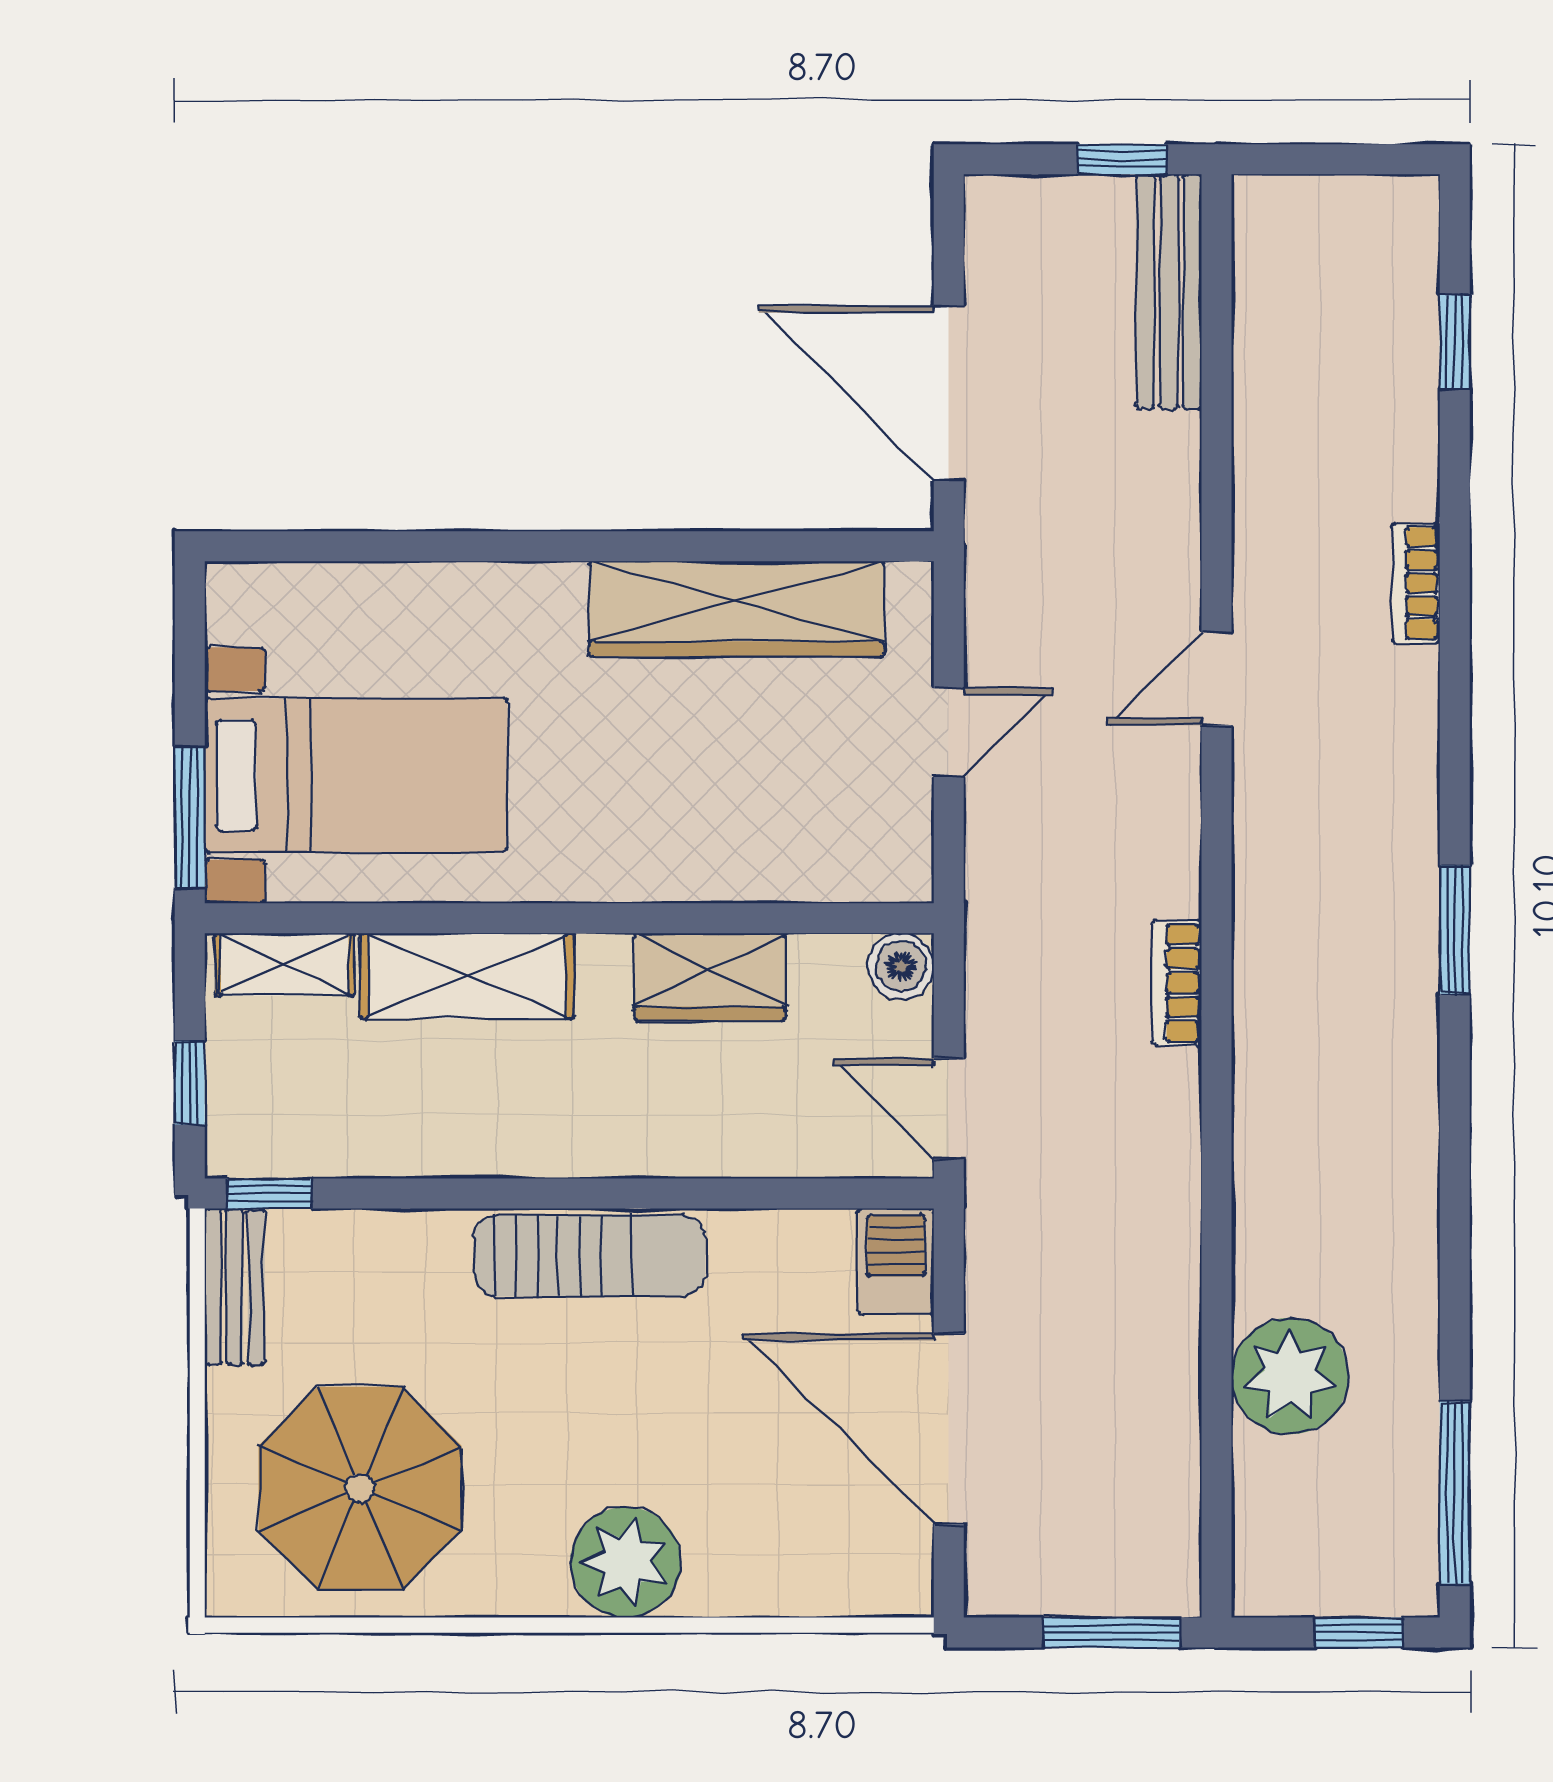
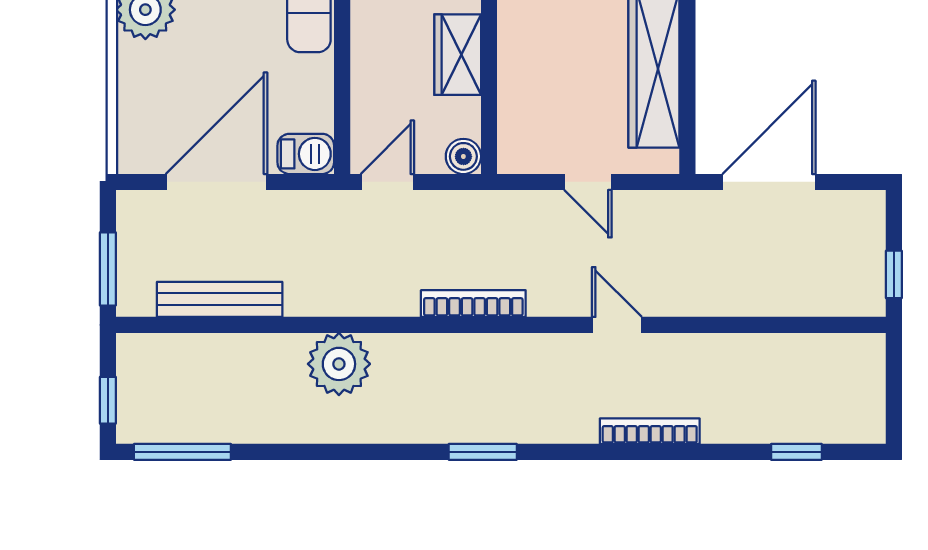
bench: (1169, 292) -> (220, 299), moved
bookcase: (1416, 583) -> (650, 431), width x1.56
bookcase: (1177, 983) -> (473, 304), width x1.56
plant: (1290, 1376) -> (339, 364), moved

